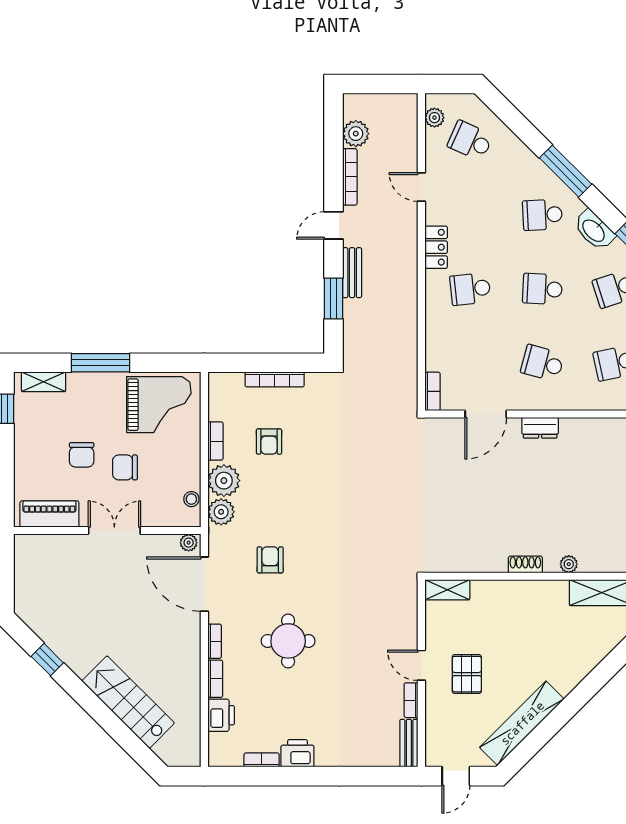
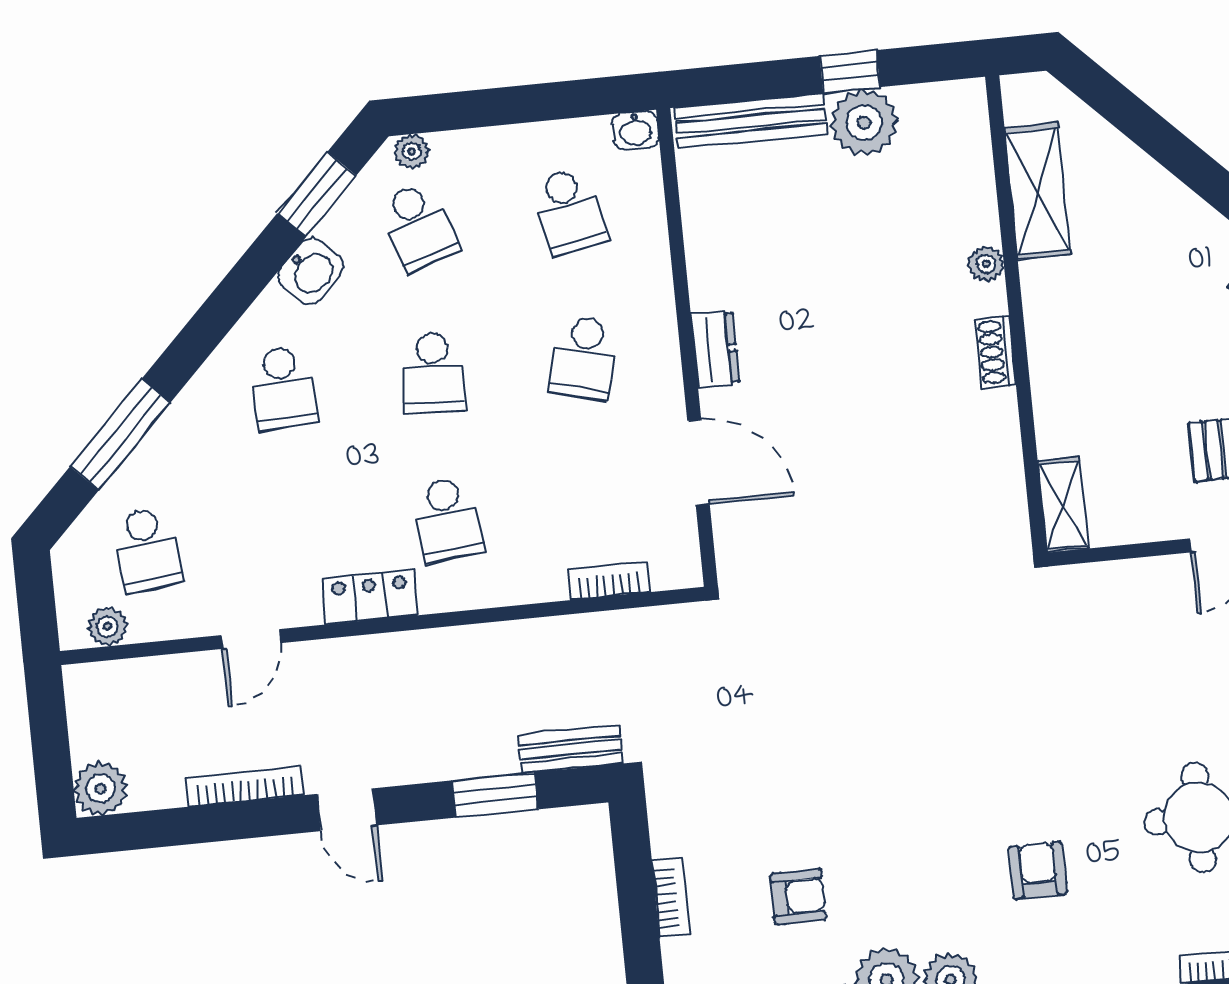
plant: (356, 134) -> (101, 789), moved
school desk: (470, 141) -> (147, 549), turned -30
window: (566, 171) -> (120, 435), moved
washbasin: (594, 230) -> (311, 271), width x0.72
bench: (352, 273) -> (570, 749), moved
bookcase: (275, 379) -> (671, 898), width x0.64
bookcase: (432, 391) -> (609, 581), moved
armchair: (270, 560) -> (1038, 870), turned 90

